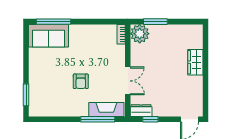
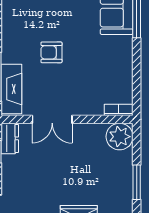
window: (155, 22) -> (137, 182), moved

